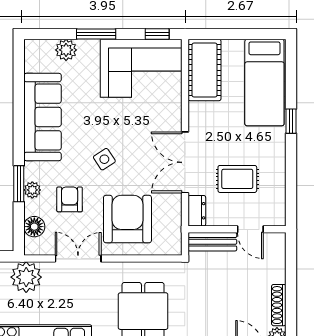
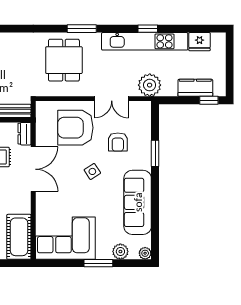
window: (157, 34) -> (54, 263), removed
plant: (32, 190) -> (145, 253), moved
armchair: (127, 219) -> (75, 128), turned 90
floor lamp: (34, 227) -> (144, 122), removed

